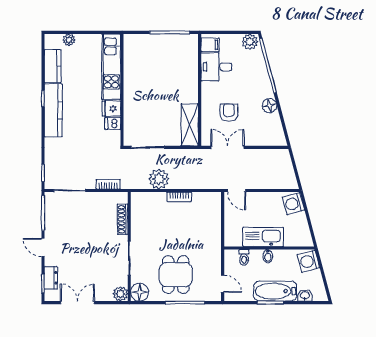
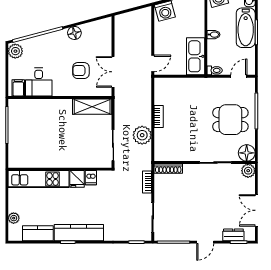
shoe rack: (123, 219) -> (168, 169), moved
kitchen sink: (263, 237) -> (196, 56), moved
toilet: (244, 257) -> (215, 70), moved

